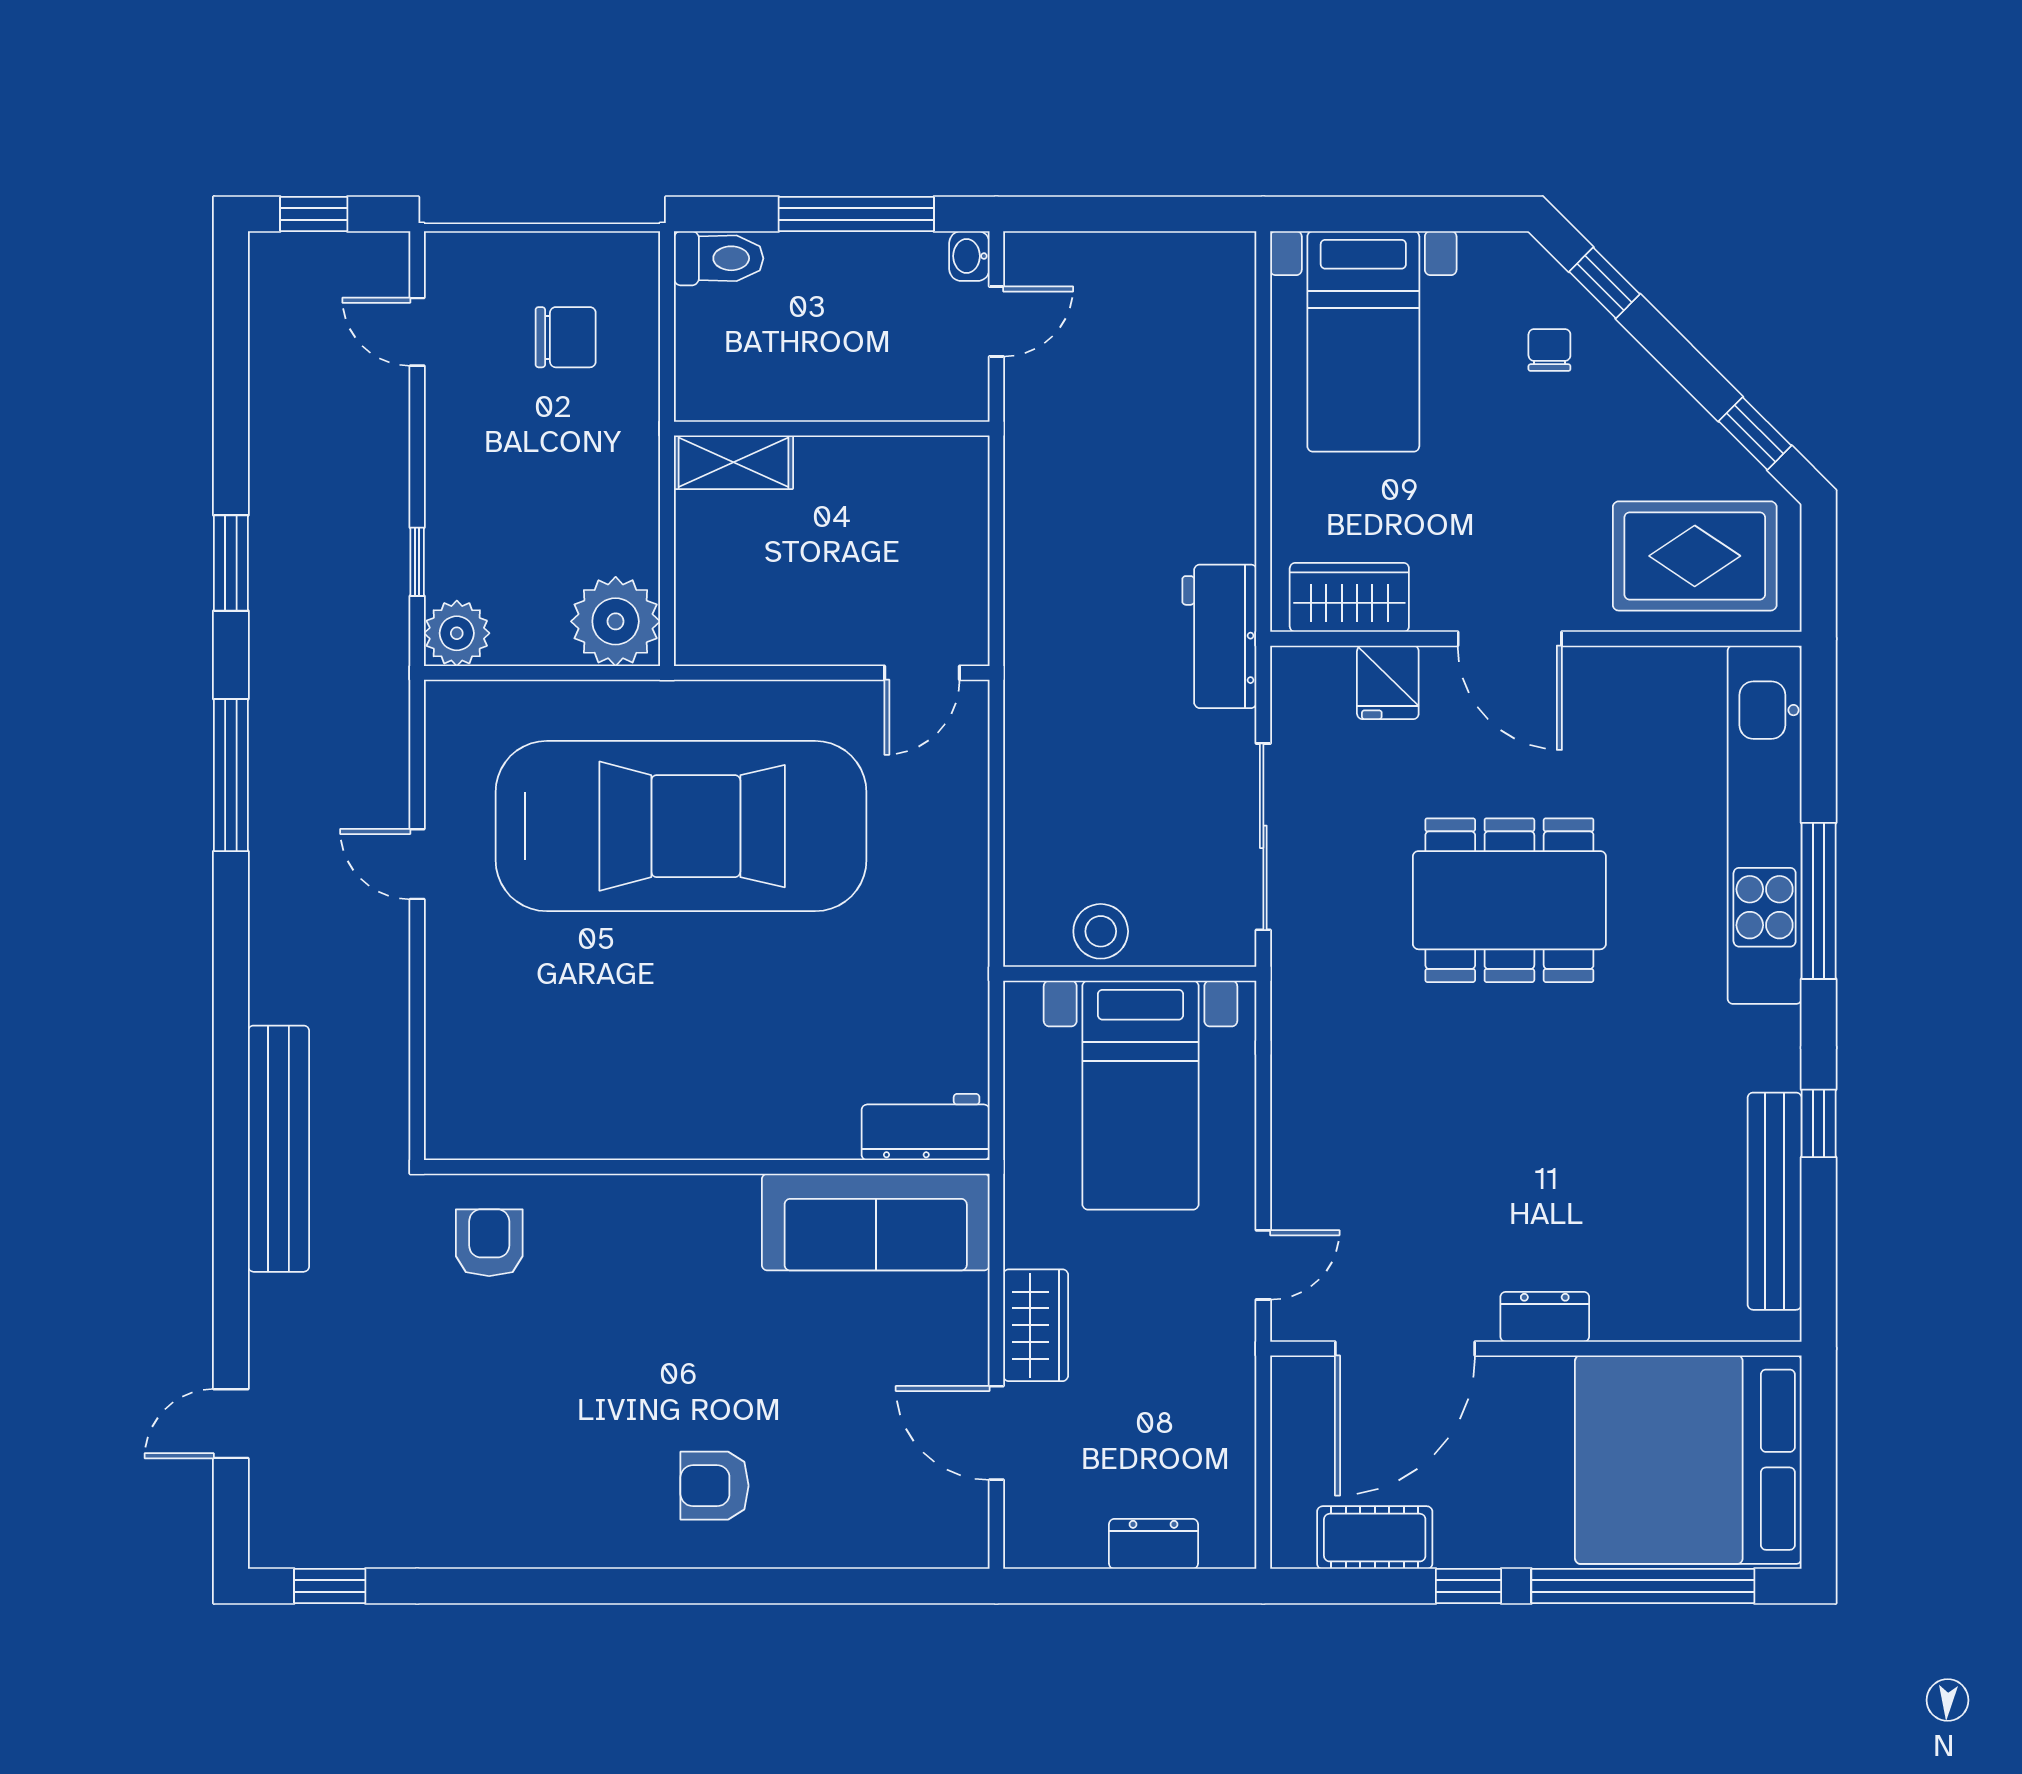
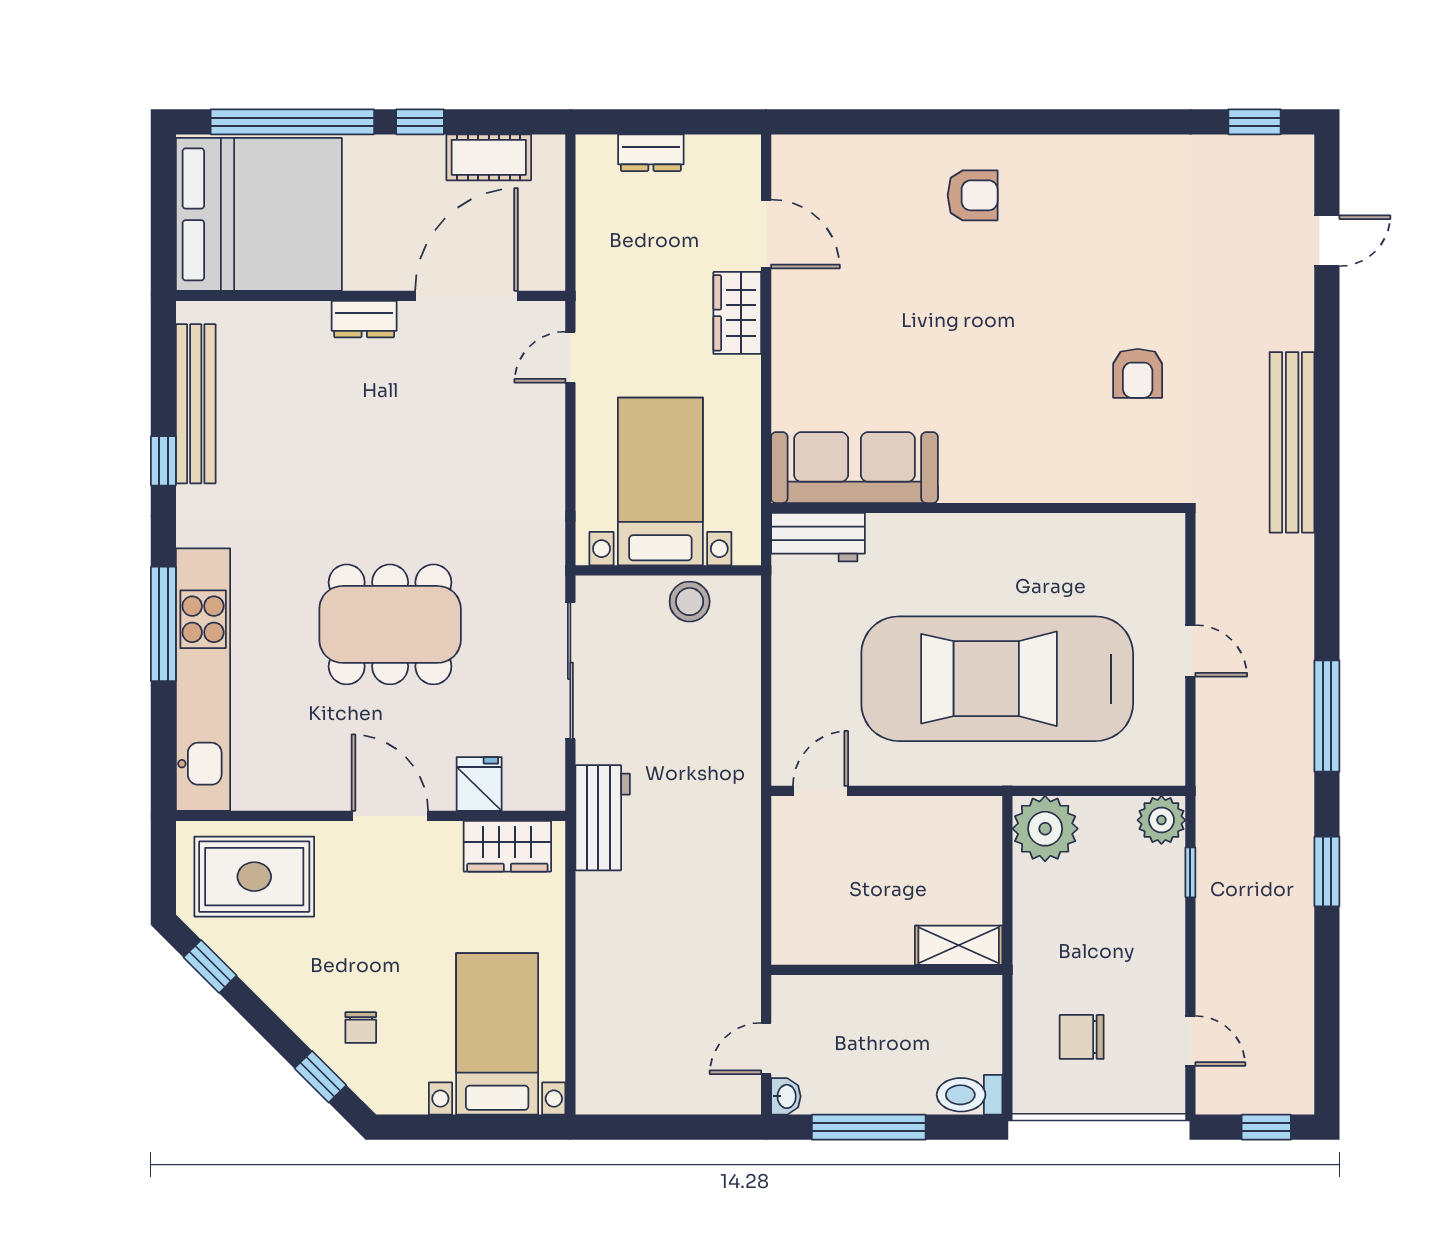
workbench: (926, 1127) -> (818, 537), moved
wall: (707, 1167) -> (978, 508), moved
sofa: (876, 1222) -> (854, 468), moved

